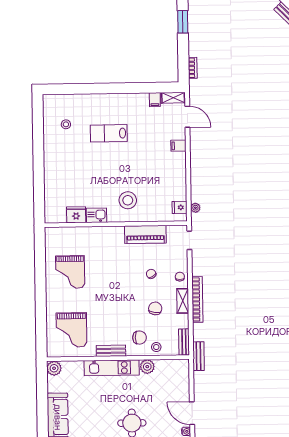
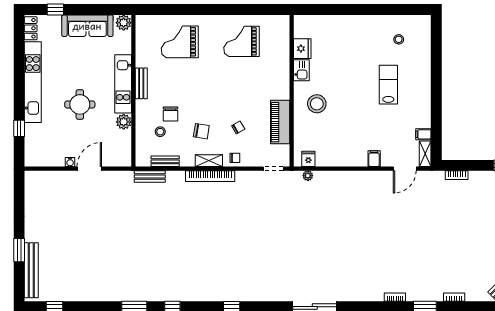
bench: (111, 351) -> (141, 83), moved
wall: (118, 358) -> (133, 91), moved
plant: (147, 367) -> (124, 122), moved
plant: (54, 368) -> (124, 23), moved
kitchen unit: (112, 368) -> (123, 84), moved

